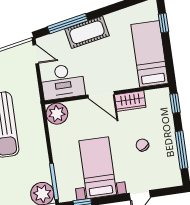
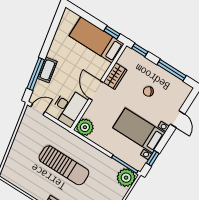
window: (163, 23) -> (112, 32), moved
cot: (87, 32) -> (47, 70), width x0.73, depth x0.75
door: (101, 95) -> (96, 90), swing flipped

